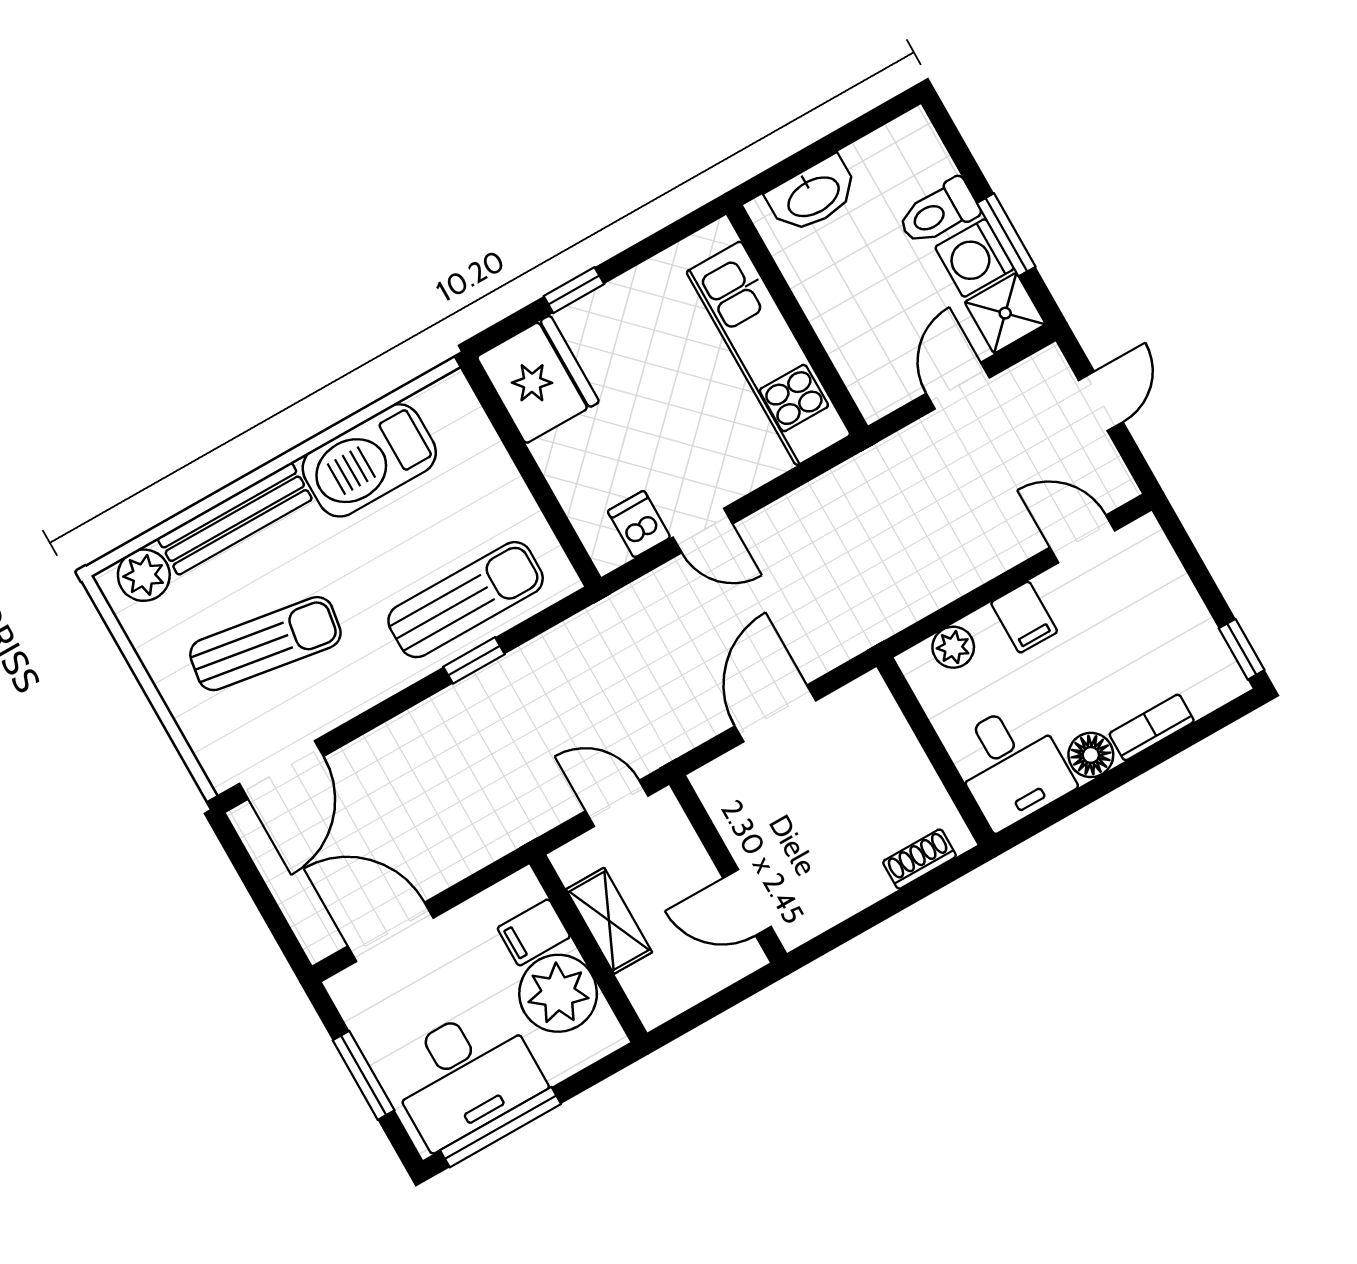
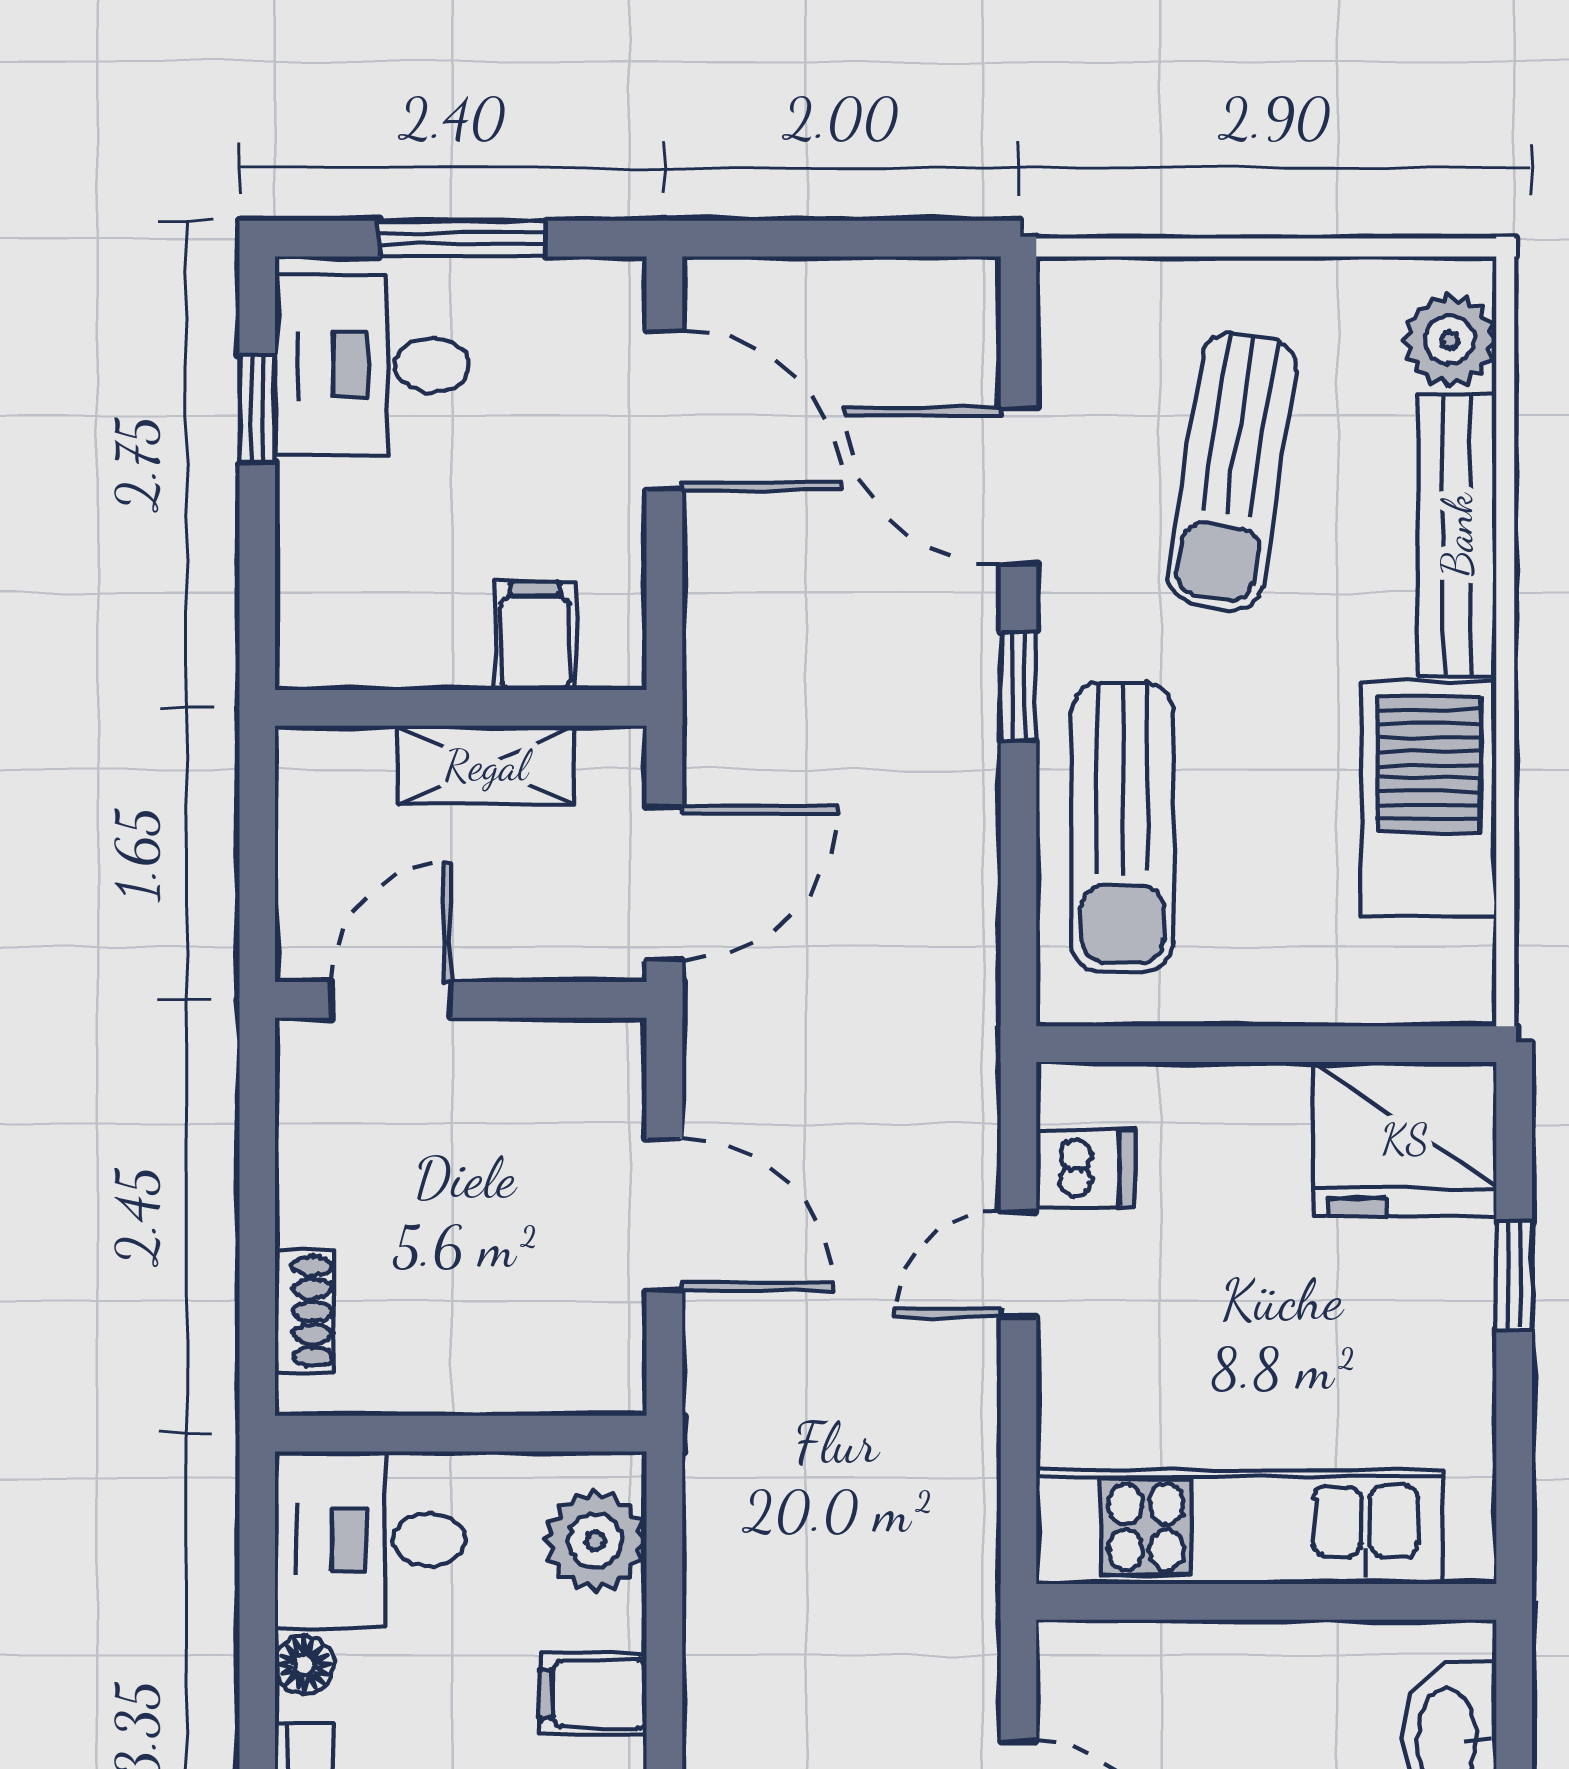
plant: (953, 647) -> (595, 1541), width x1.38, depth x1.38
window: (474, 660) -> (1018, 686), moved
floor lamp: (1091, 755) -> (304, 1665), width x0.73, depth x0.73
door: (281, 770) -> (1018, 486), moved
door: (617, 803) -> (664, 883), width x1.38
door: (391, 932) -> (664, 410), hinge flipped
plant: (558, 993) -> (417, 620), removed
desk: (465, 1075) -> (372, 365), width x0.73
window: (501, 1127) -> (257, 409), width x0.46

